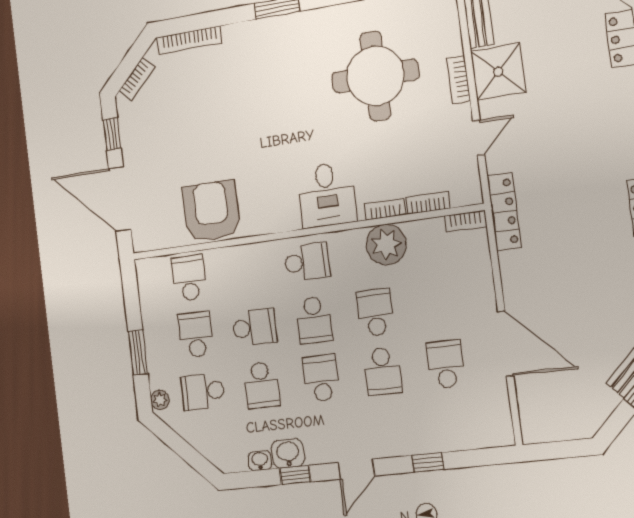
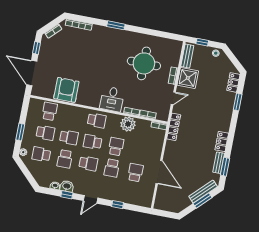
school desk: (314, 320) -> (92, 142), turned 90
school desk: (196, 335) -> (45, 133), turned 90
school desk: (321, 378) -> (88, 163), turned 90

